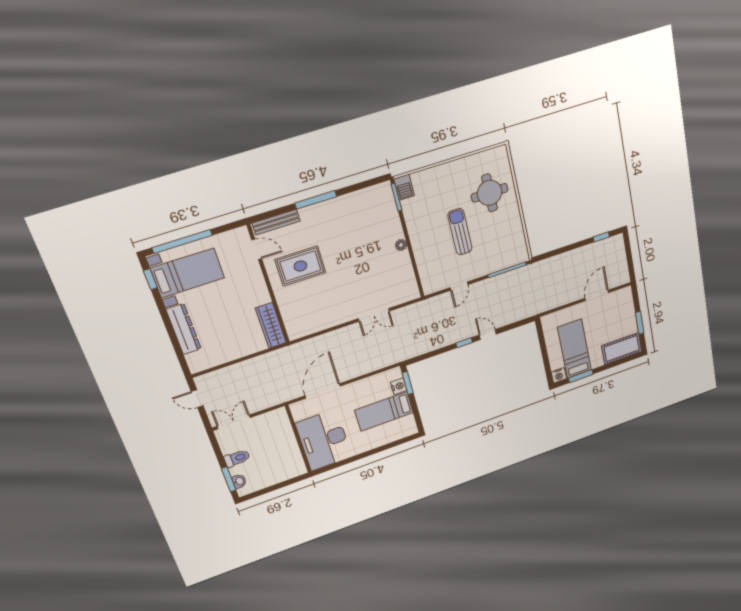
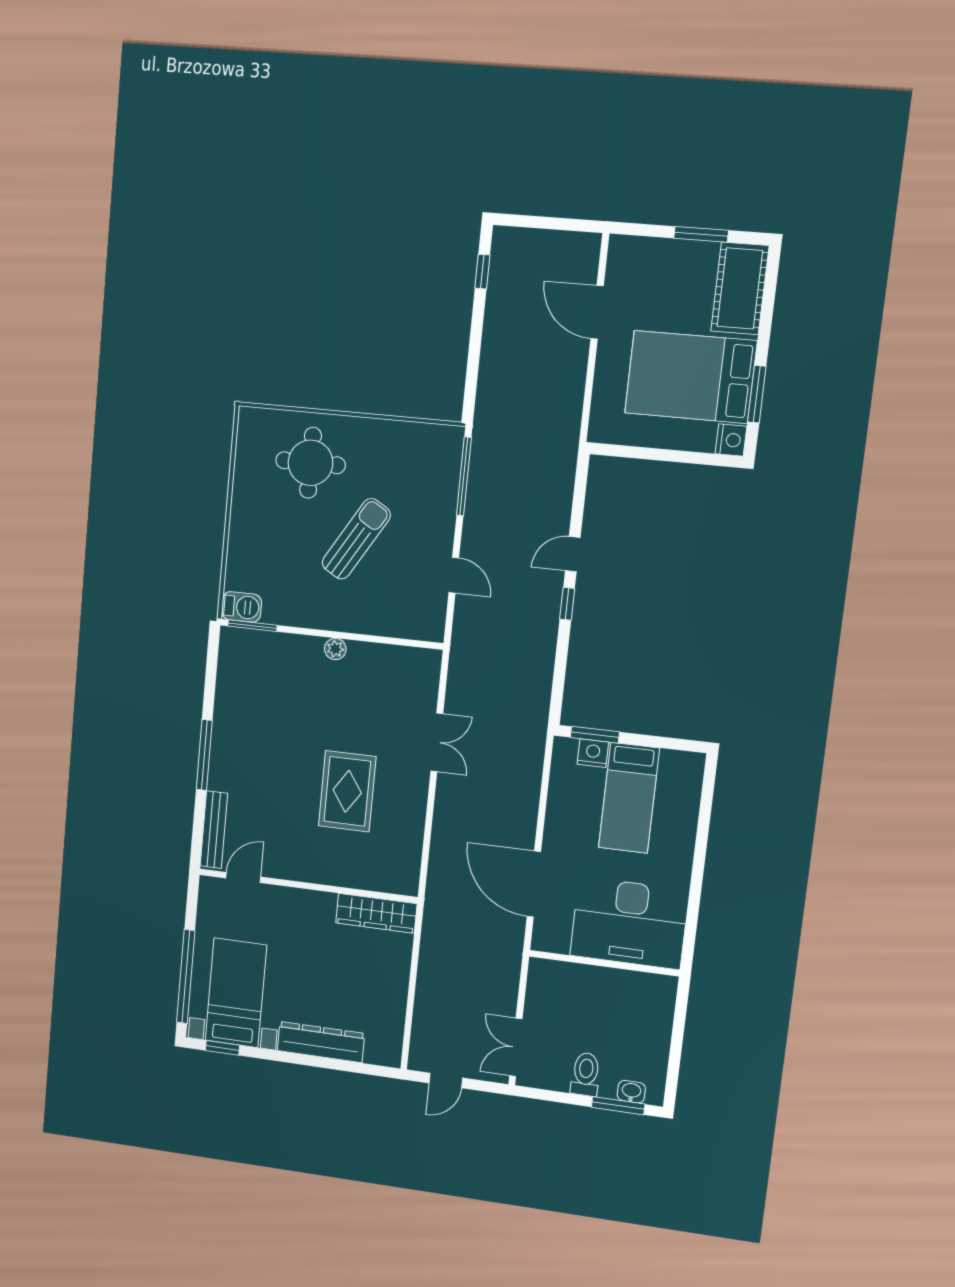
sun lounger: (460, 232) -> (356, 539), turned 121
rug: (300, 266) -> (347, 791), moved
bed: (574, 349) -> (691, 377), width x1.50

